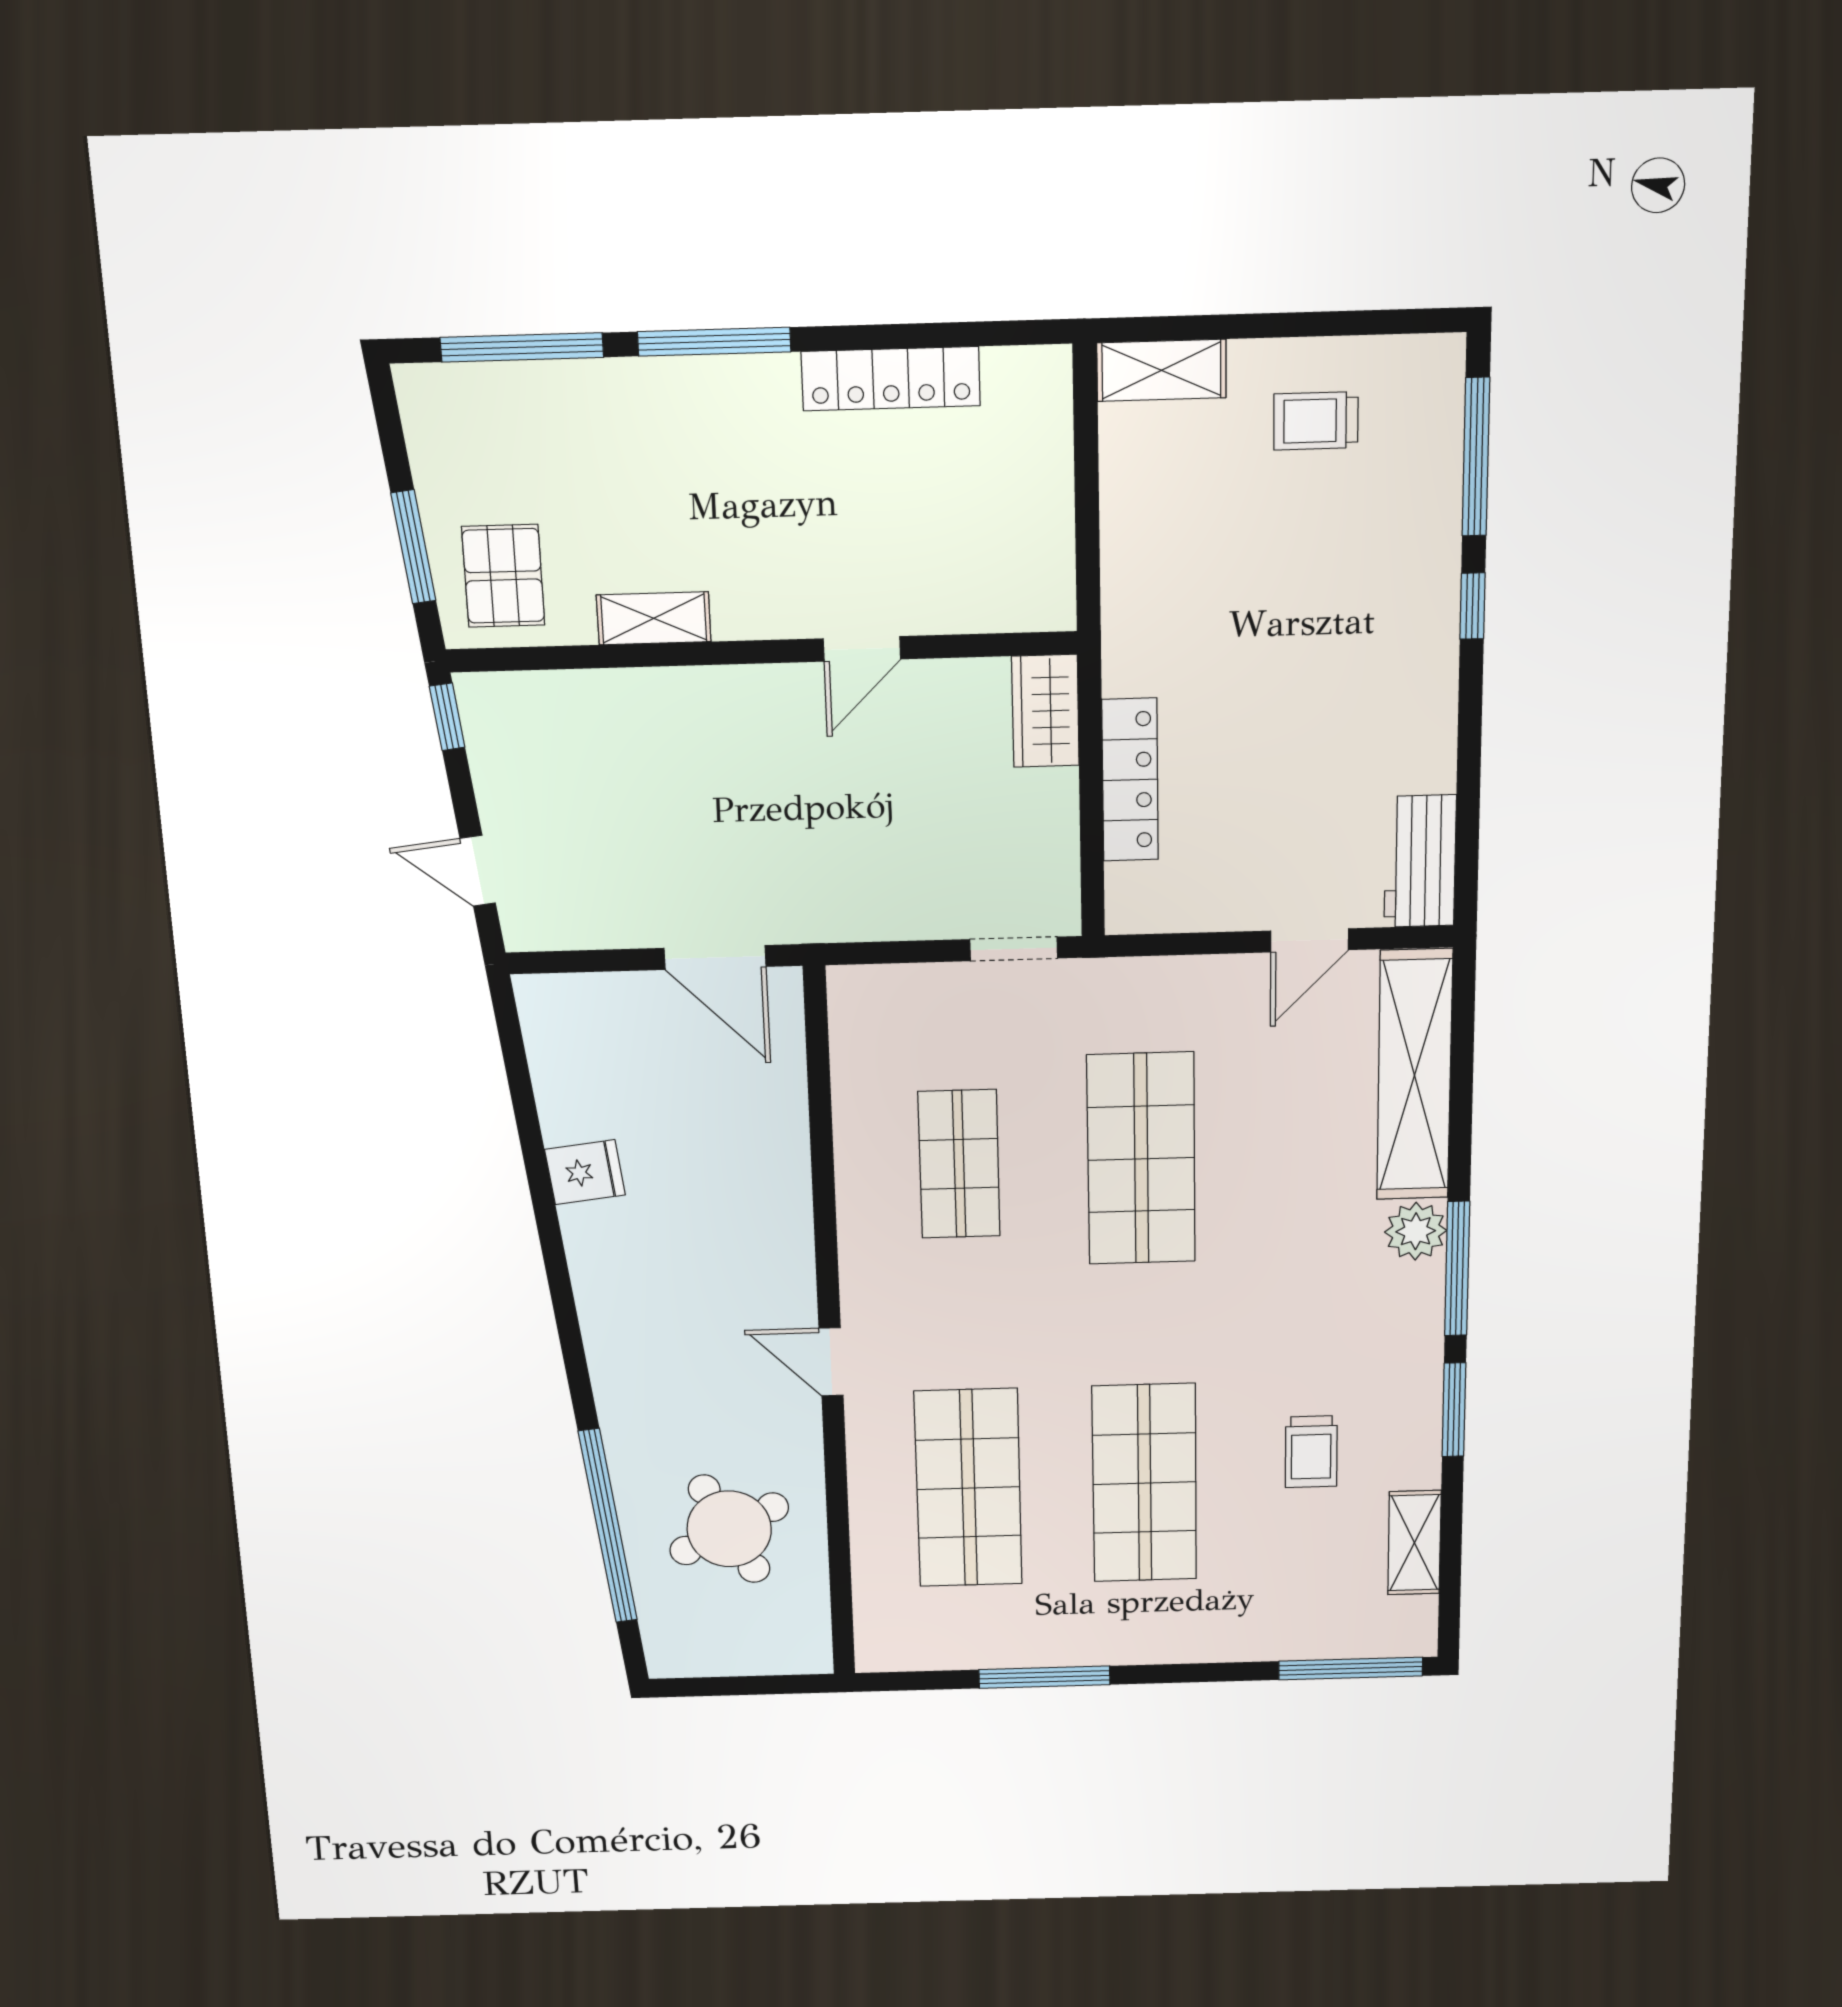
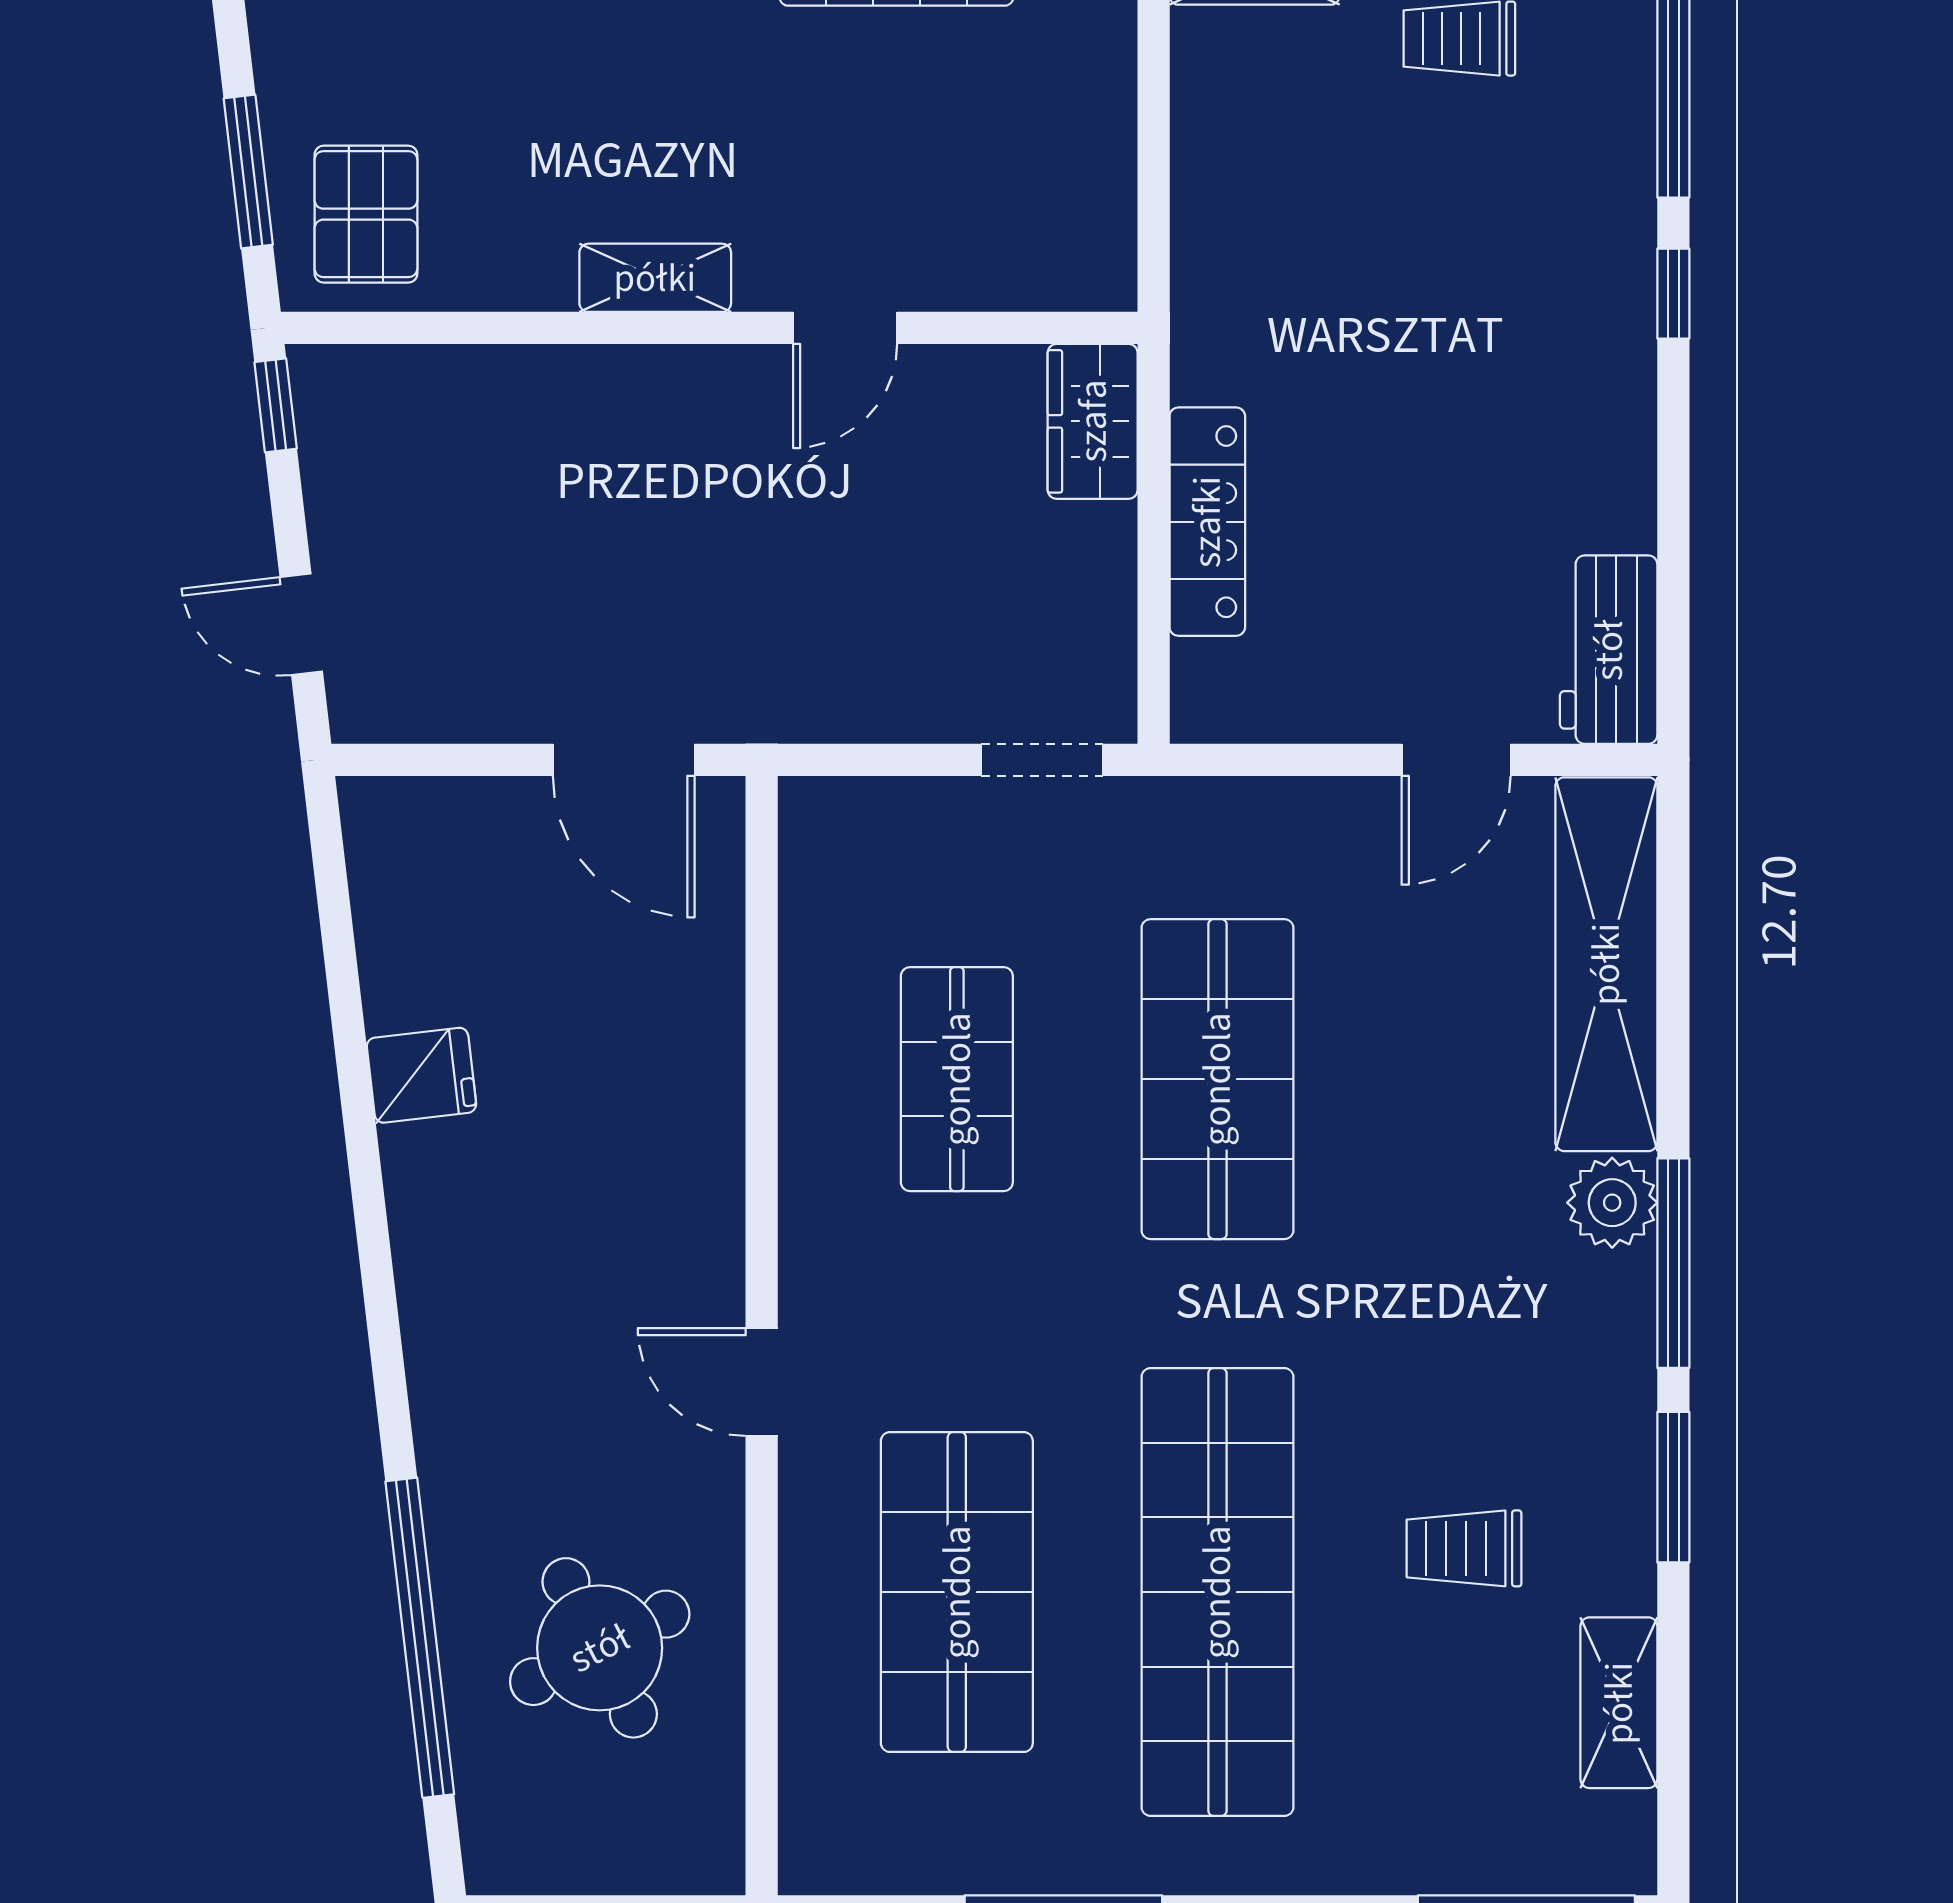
shelving: (654, 618) -> (655, 278), moved
trolley: (1311, 1452) -> (1464, 1548), turned 90
shop shelf: (1144, 1483) -> (1217, 1592), width x1.40

